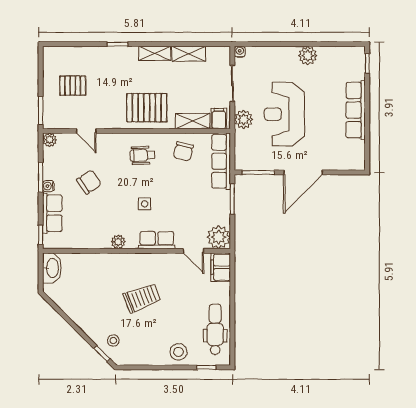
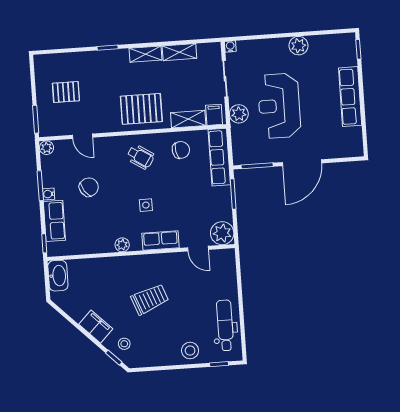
chair: (183, 151) -> (181, 150), turned -115
wheelchair: (142, 155) -> (140, 157), turned -144
filing cabinet: (221, 267) -> (96, 327), moved, turned 135

